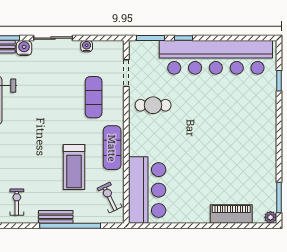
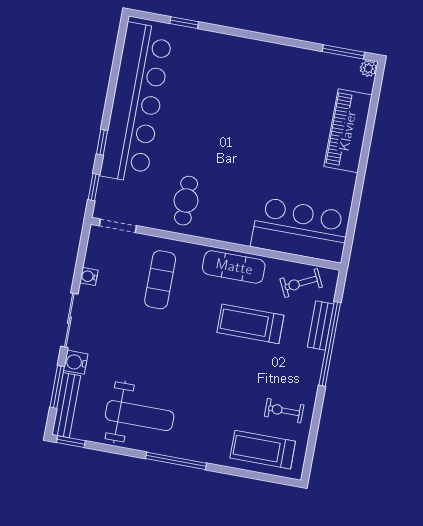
window: (151, 38) -> (94, 187), width x0.67
doorway: (126, 73) -> (118, 226), moved
exercise mat: (94, 97) -> (160, 280), turned 90
treadmill: (74, 167) -> (250, 324), turned 180
piano: (231, 214) -> (348, 131), width x1.37, depth x1.33
bench: (56, 217) -> (321, 326), moved

